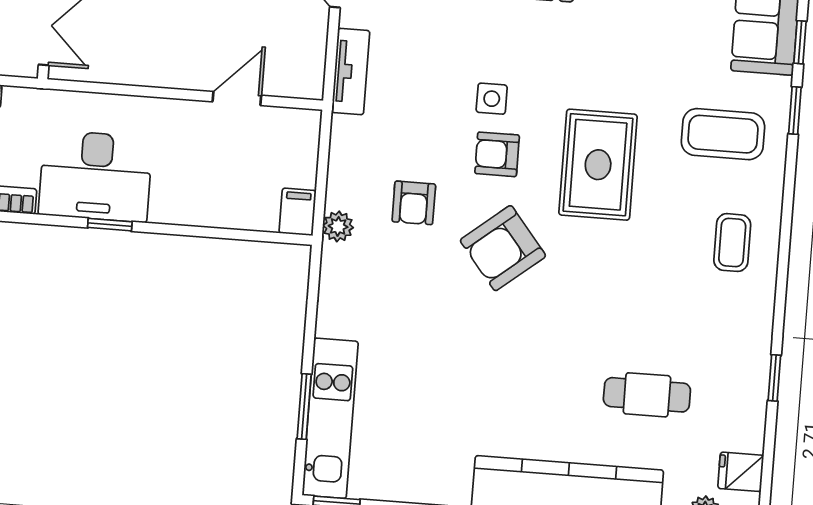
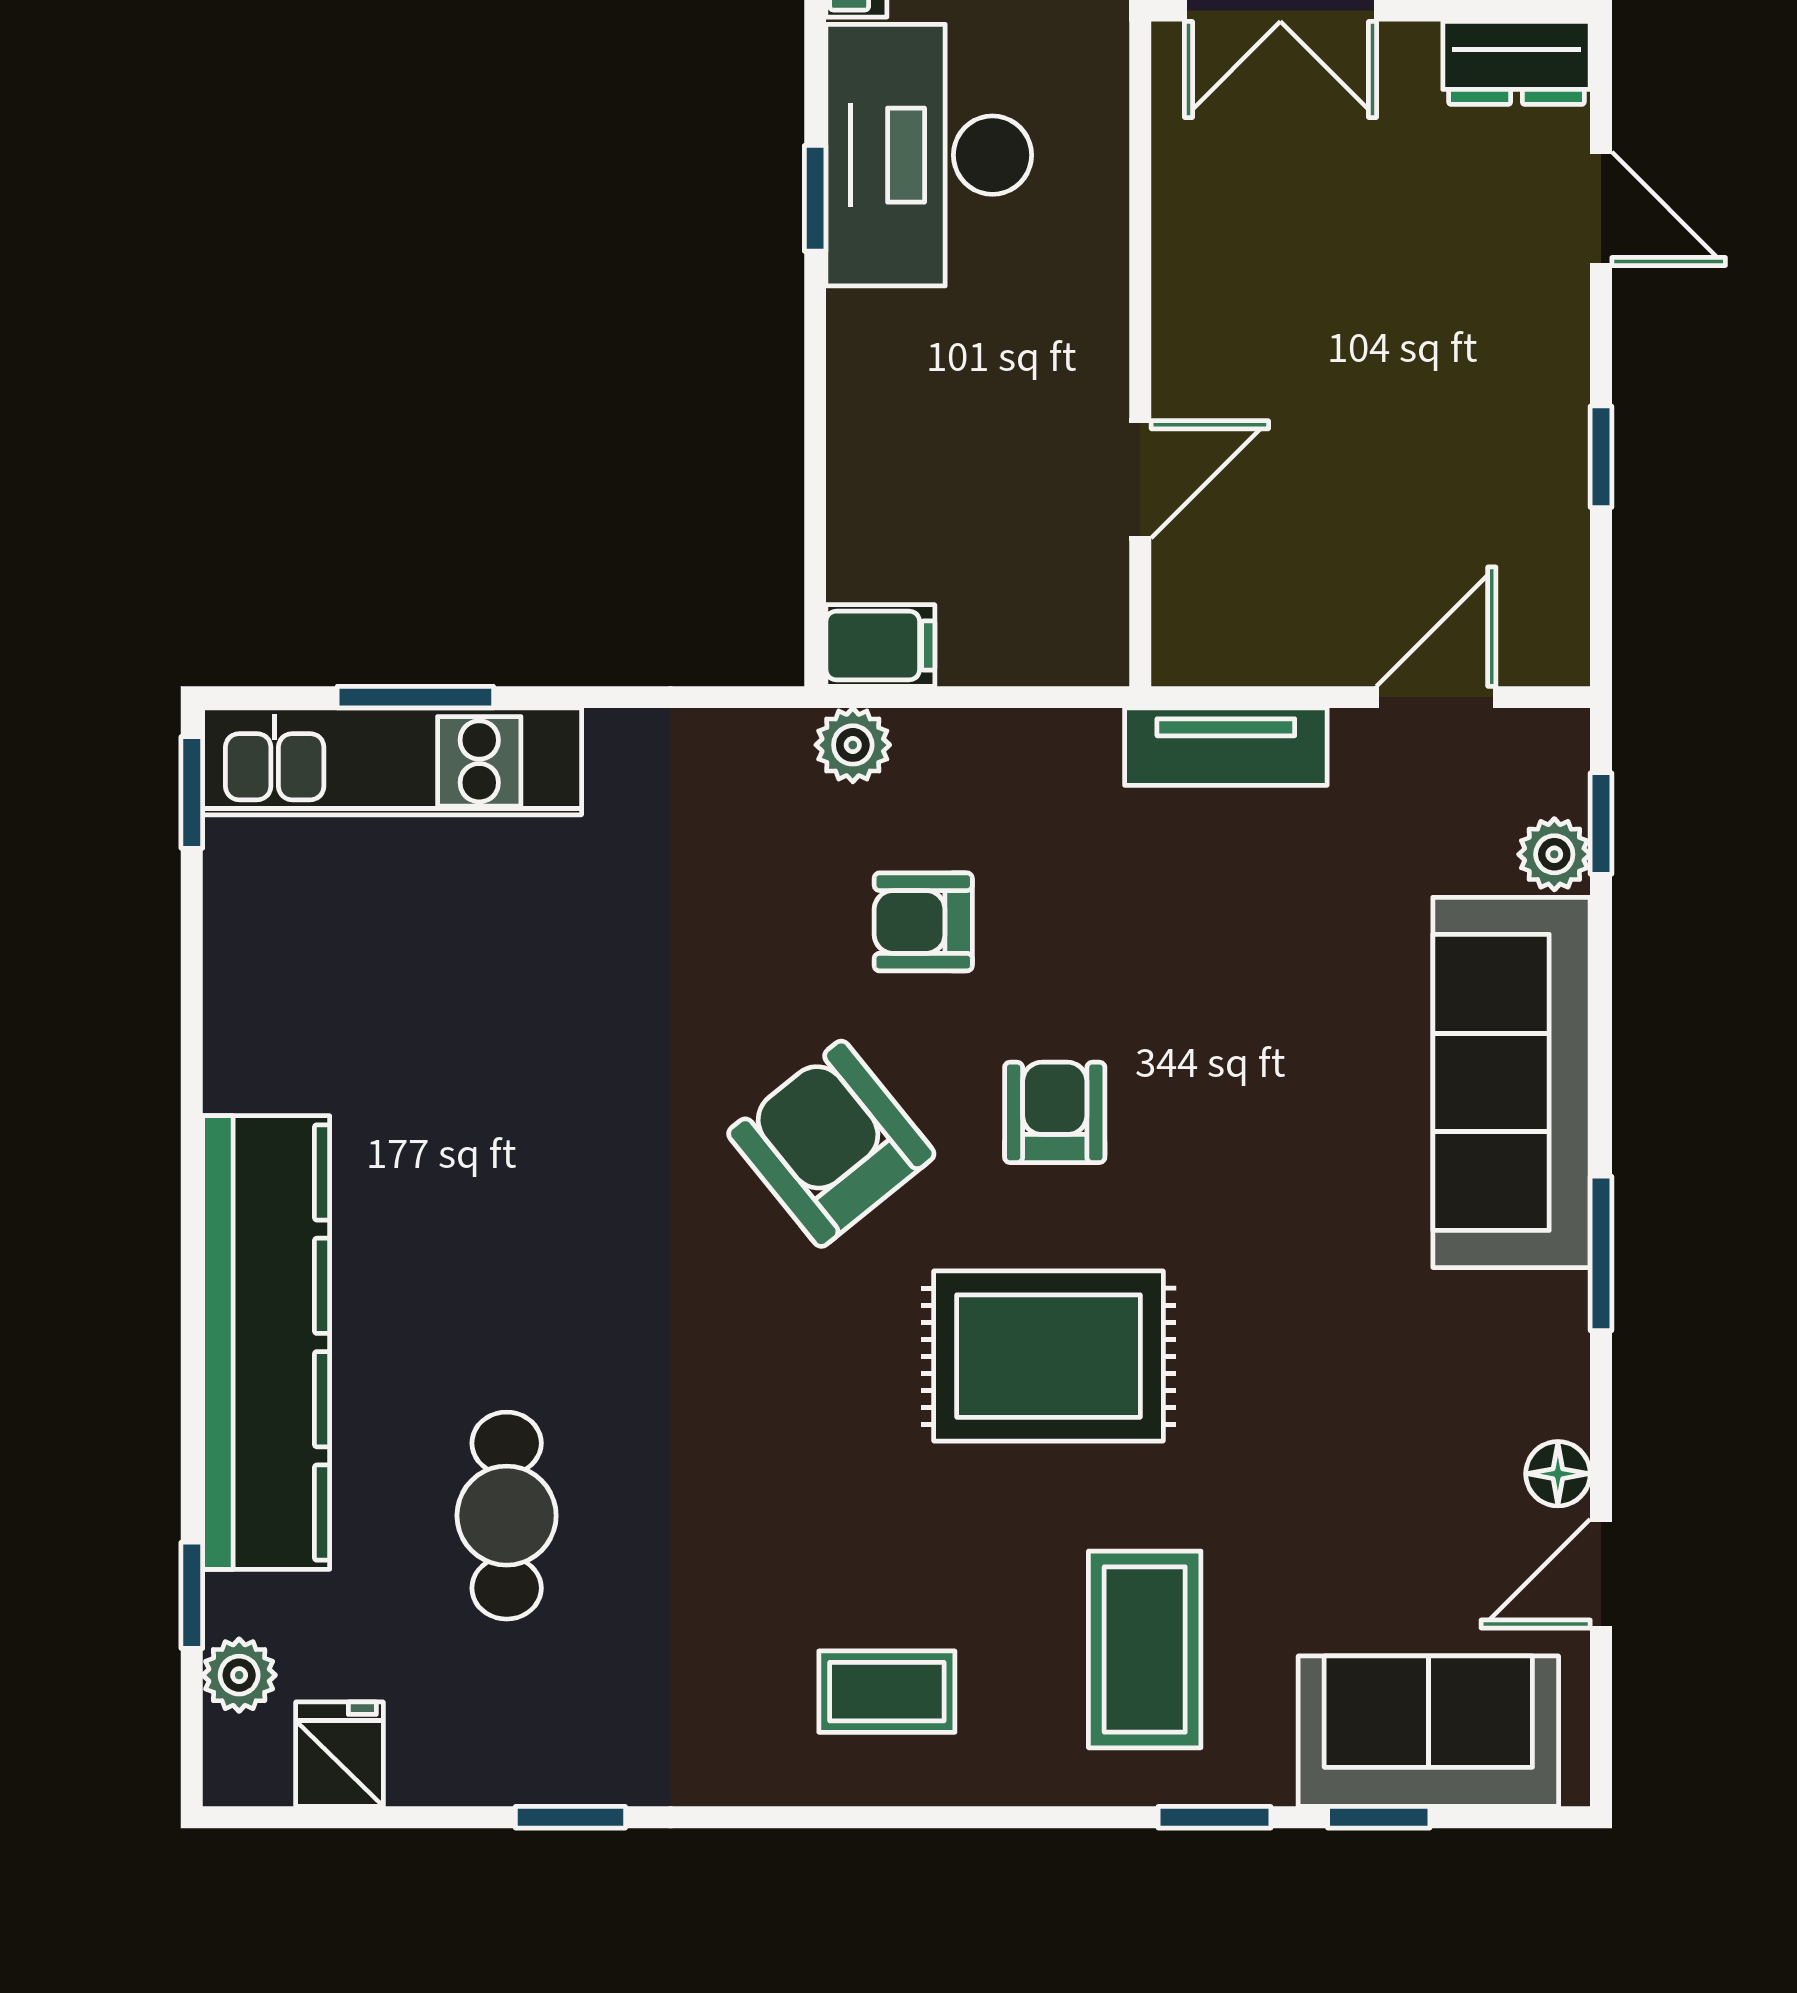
door: (237, 99) -> (1140, 479), hinge flipped
side table: (492, 99) -> (1187, 1089), removed

